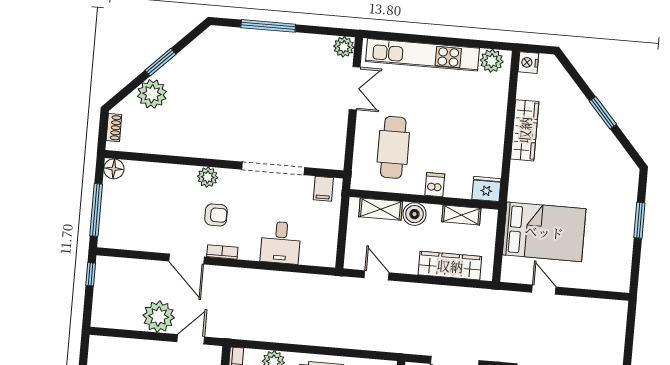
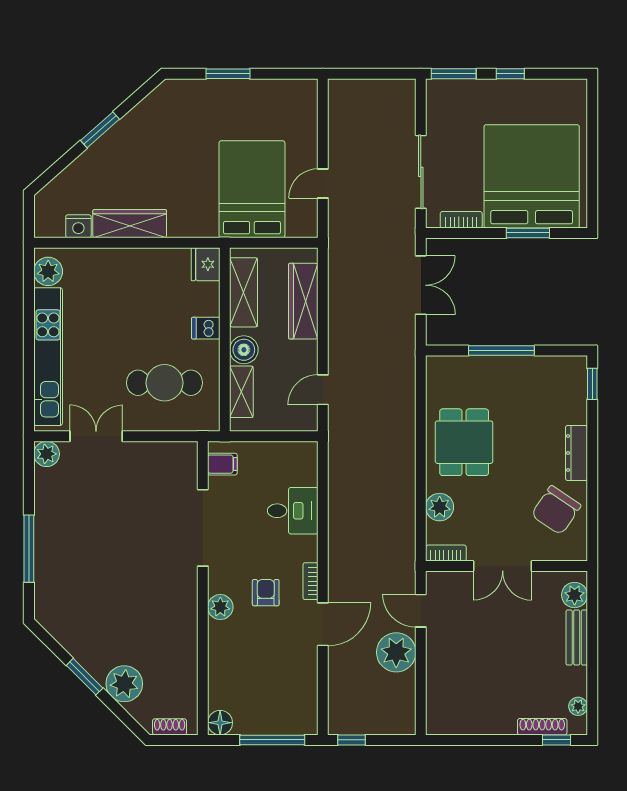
nightstand: (528, 63) -> (78, 226), moved
shelving: (461, 215) -> (244, 292), width x1.50, depth x1.33

